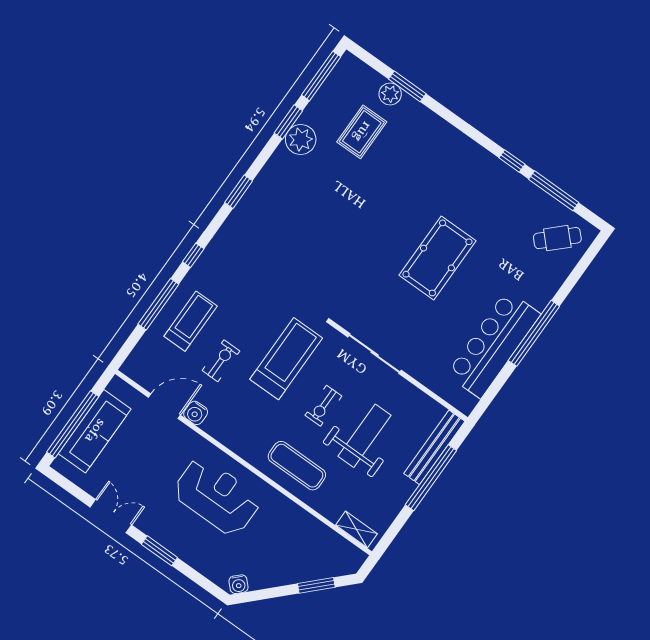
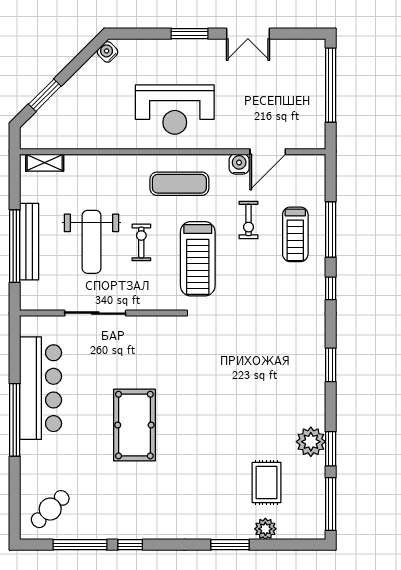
window: (407, 86) -> (230, 545), moved
sliding door: (375, 354) -> (95, 313), moved
sofa: (95, 431) -> (309, 92), removed
bench: (434, 447) -> (29, 242), moved
exercise mat: (297, 466) -> (179, 184), moved

